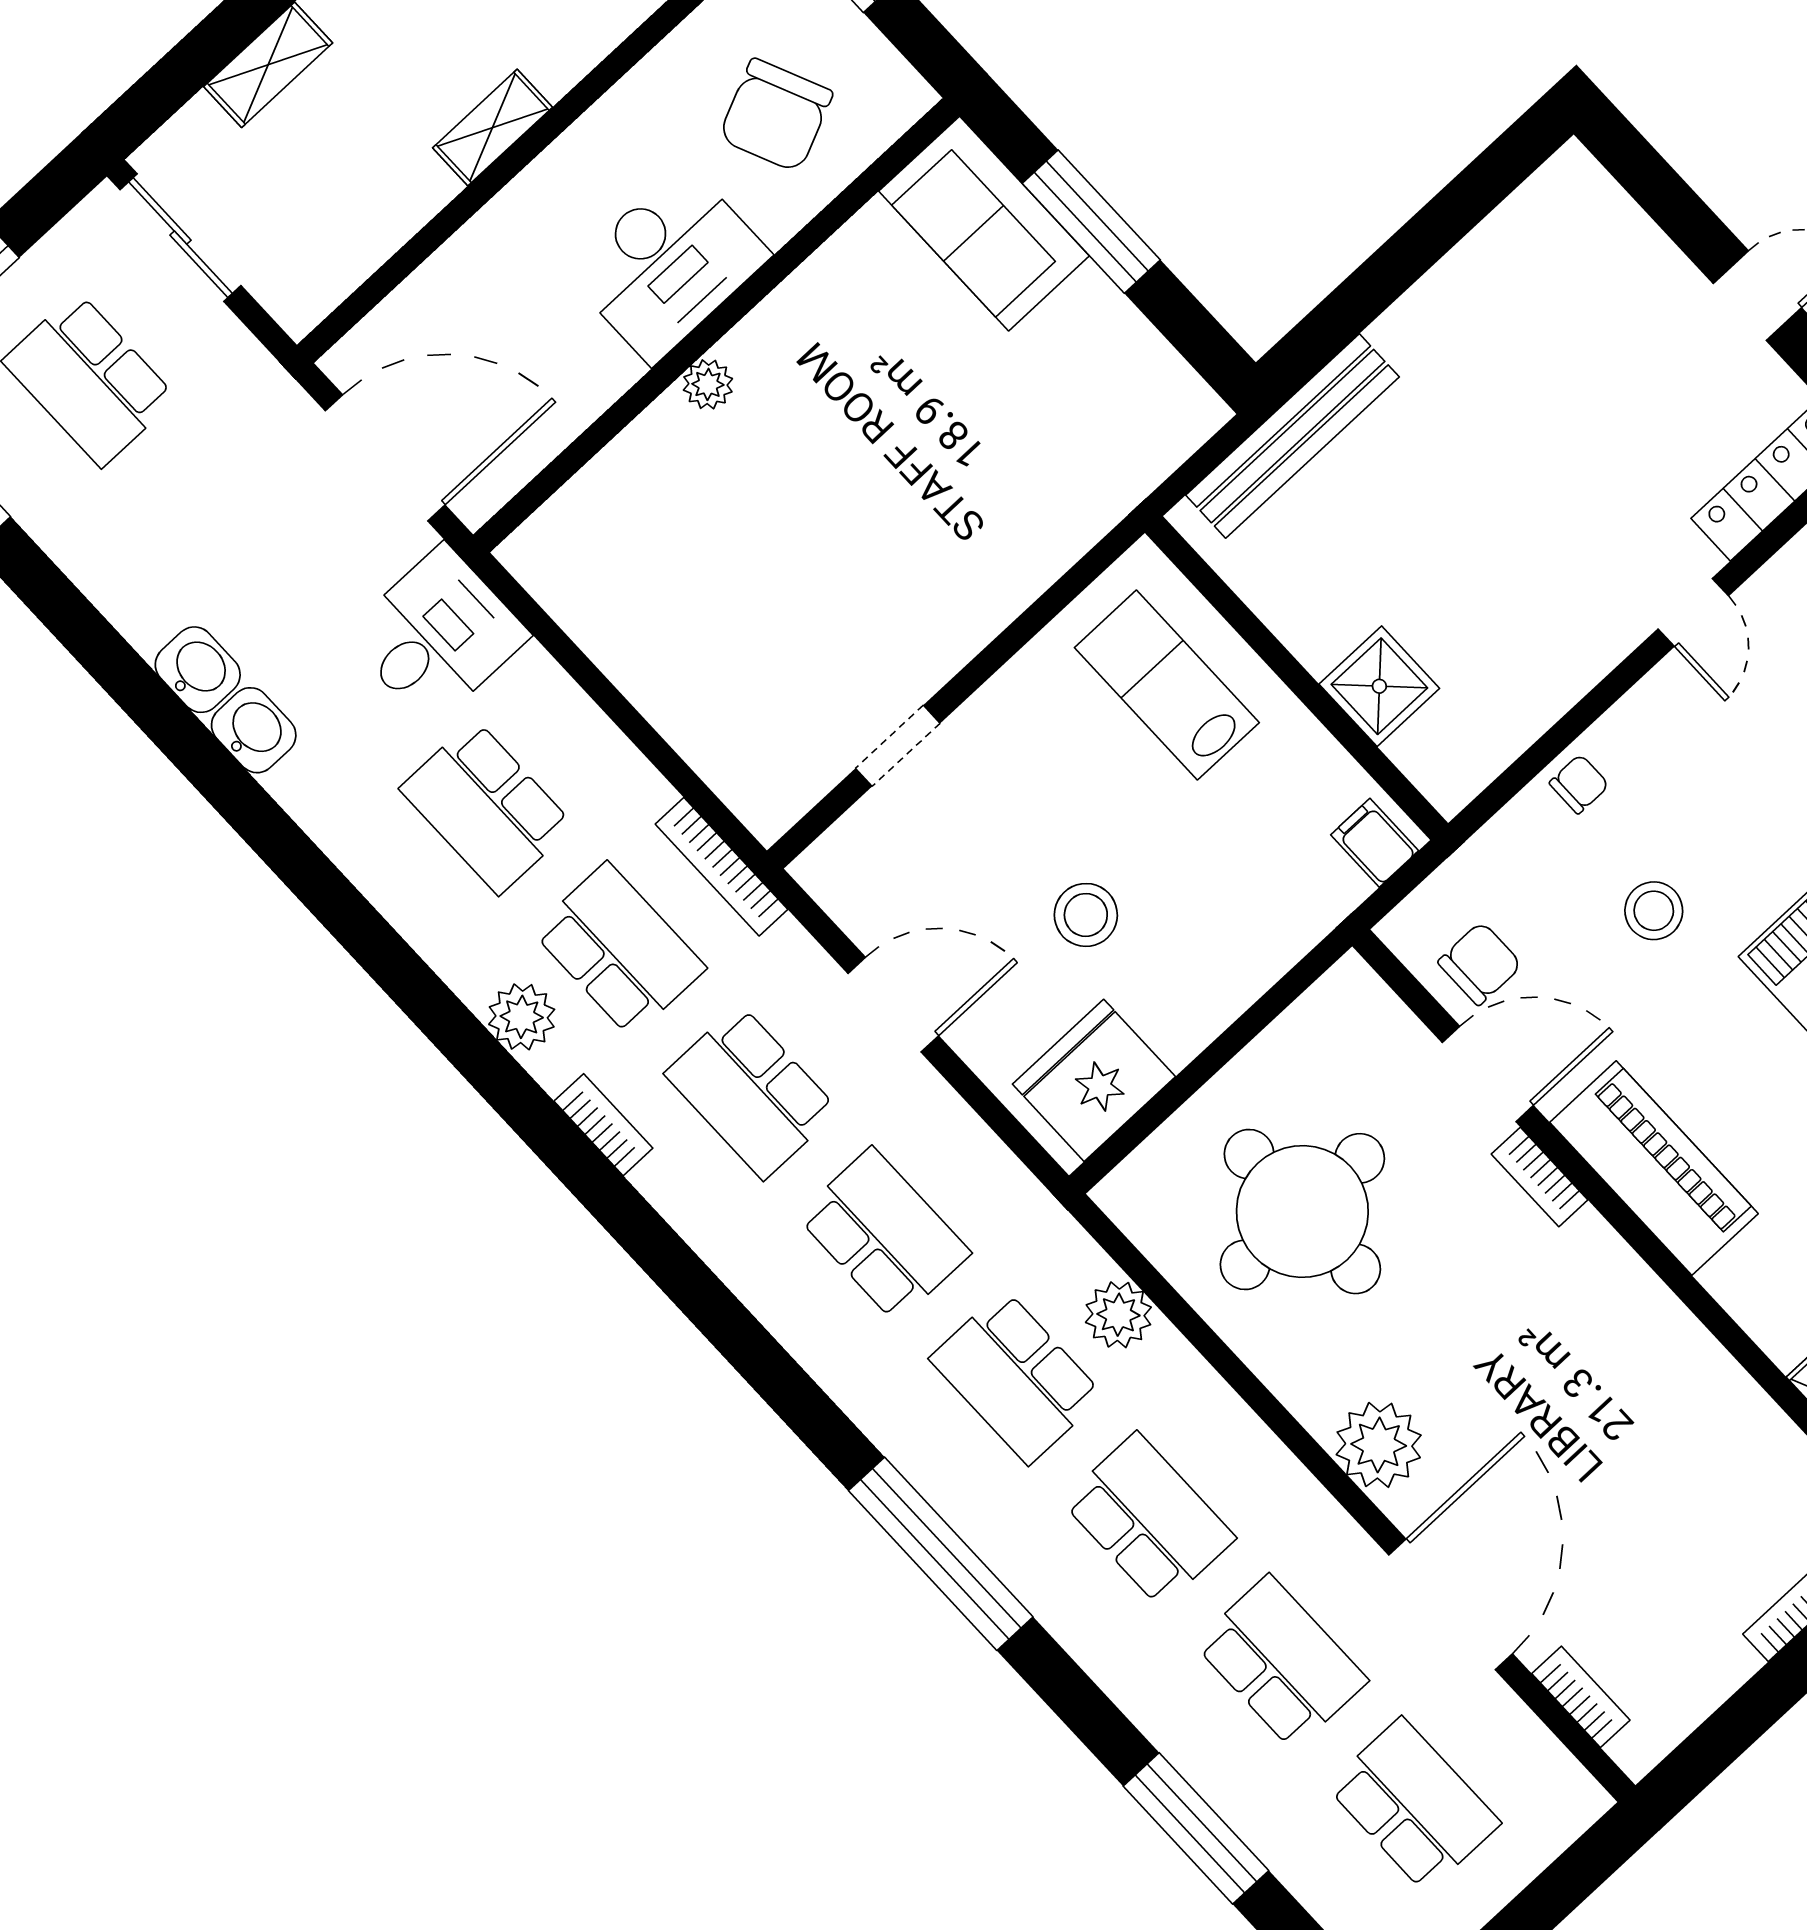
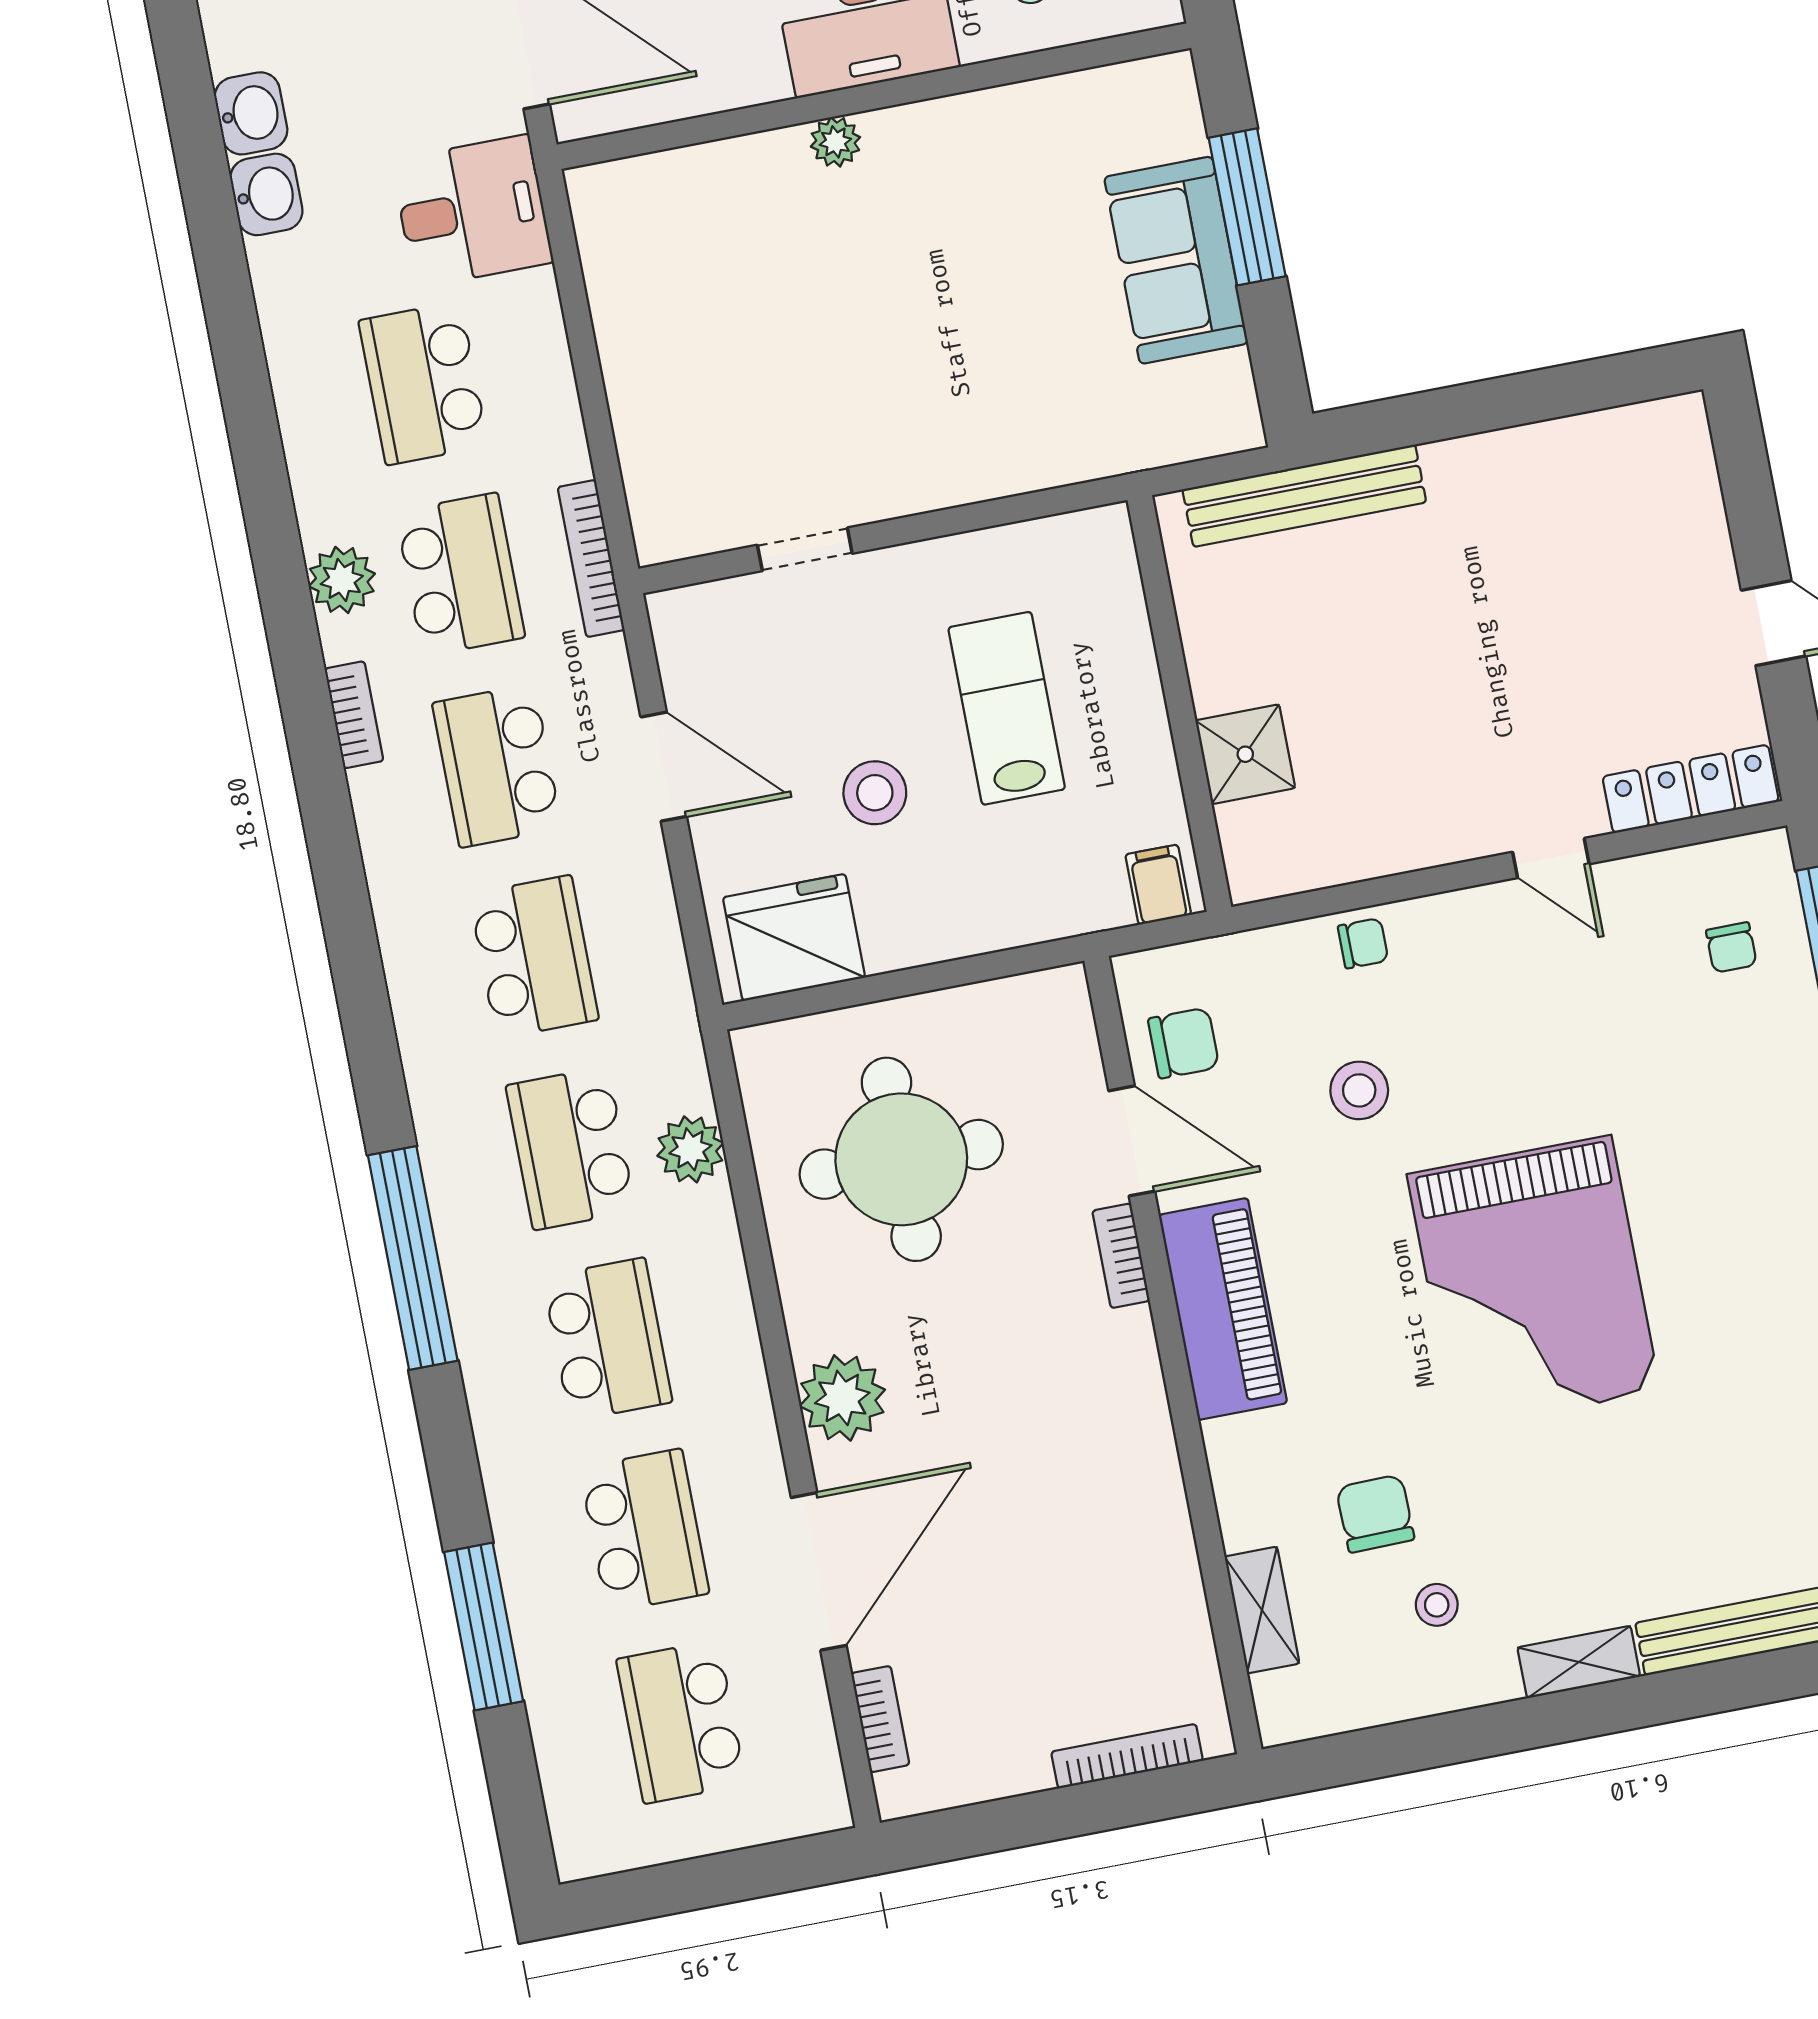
sofa: (984, 224) -> (1176, 260), moved
door: (1693, 612) -> (1551, 858), hinge flipped
lab bench: (1167, 685) -> (1007, 708), moved
school desk: (1414, 1805) -> (681, 1722), turned 180

